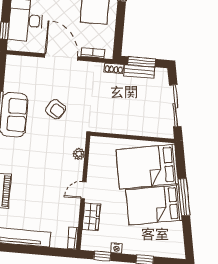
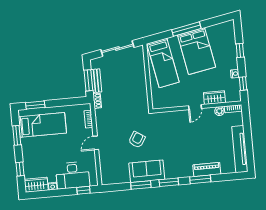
door: (61, 57) -> (96, 143), width x0.53
plant: (79, 154) -> (219, 111), moved
bed: (147, 167) -> (163, 63), width x0.67
door: (83, 190) -> (195, 107), hinge flipped

